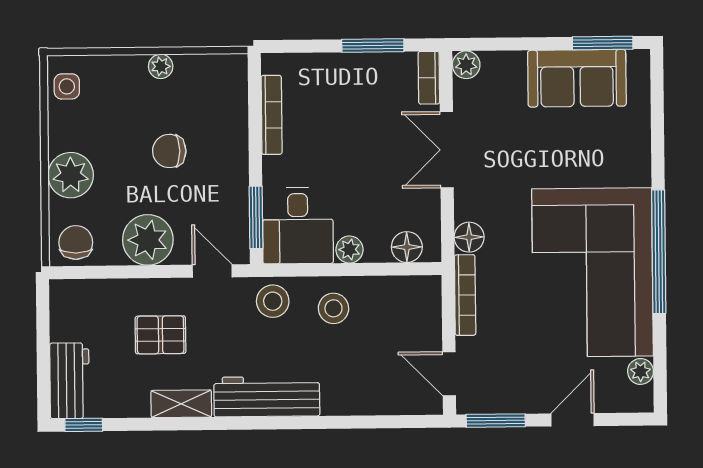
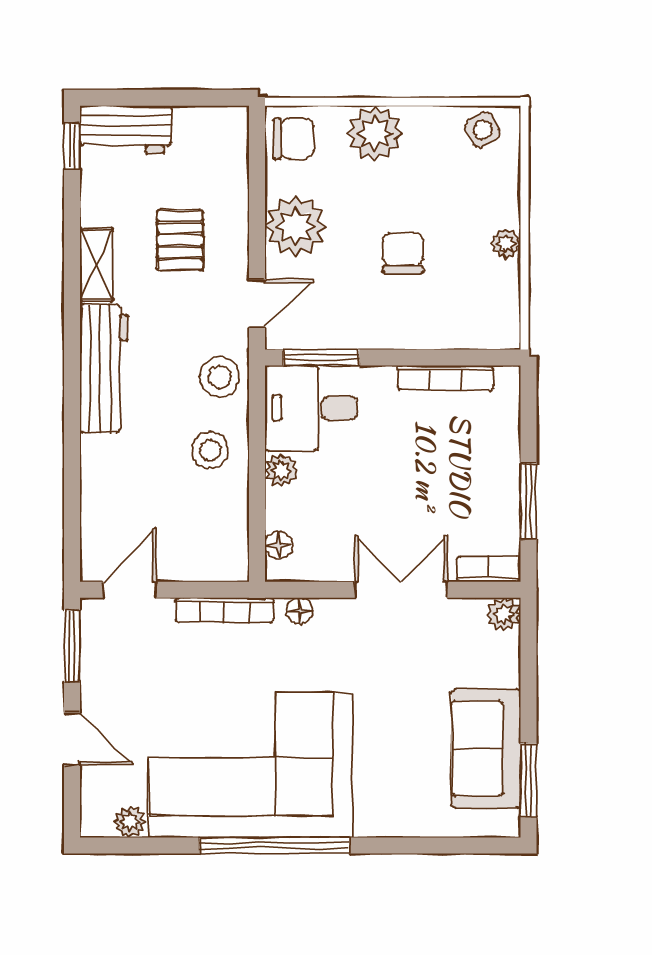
side table: (67, 86) -> (483, 130), turned -30
floor lamp: (469, 237) -> (300, 611), width x0.73, depth x0.73
floor lamp: (407, 247) -> (278, 545), width x0.73, depth x0.73

